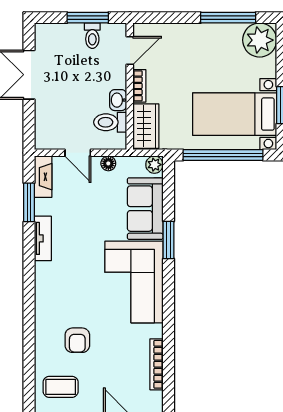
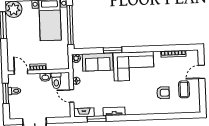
wardrobe: (146, 126) -> (57, 63), removed
door: (78, 153) -> (72, 96), swing flipped
coffee table: (61, 387) -> (184, 89), moved

